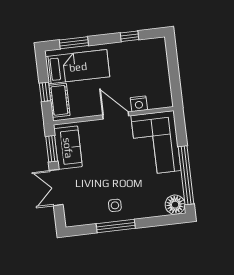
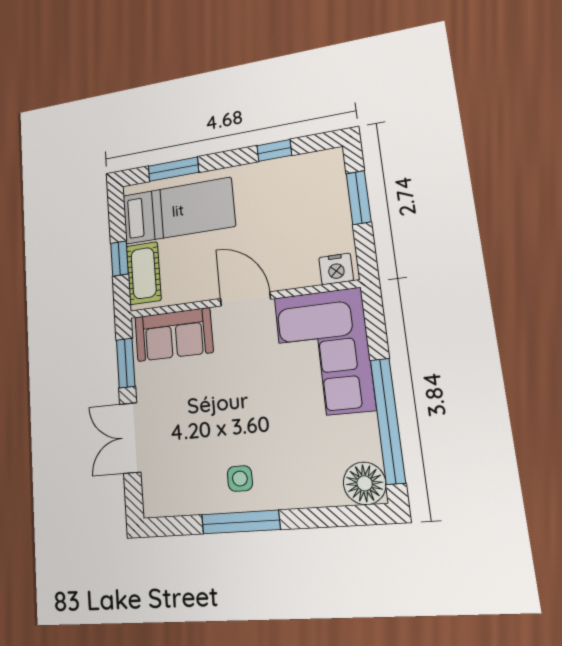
window: (173, 65) -> (359, 198), added
nightstand: (139, 104) -> (336, 269), moved
sofa: (68, 148) -> (174, 335), moved, turned 90

